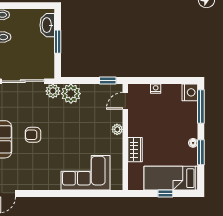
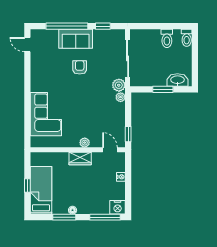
plant: (71, 94) -> (121, 97), width x0.53, depth x0.53
wardrobe: (135, 150) -> (80, 158), moved

